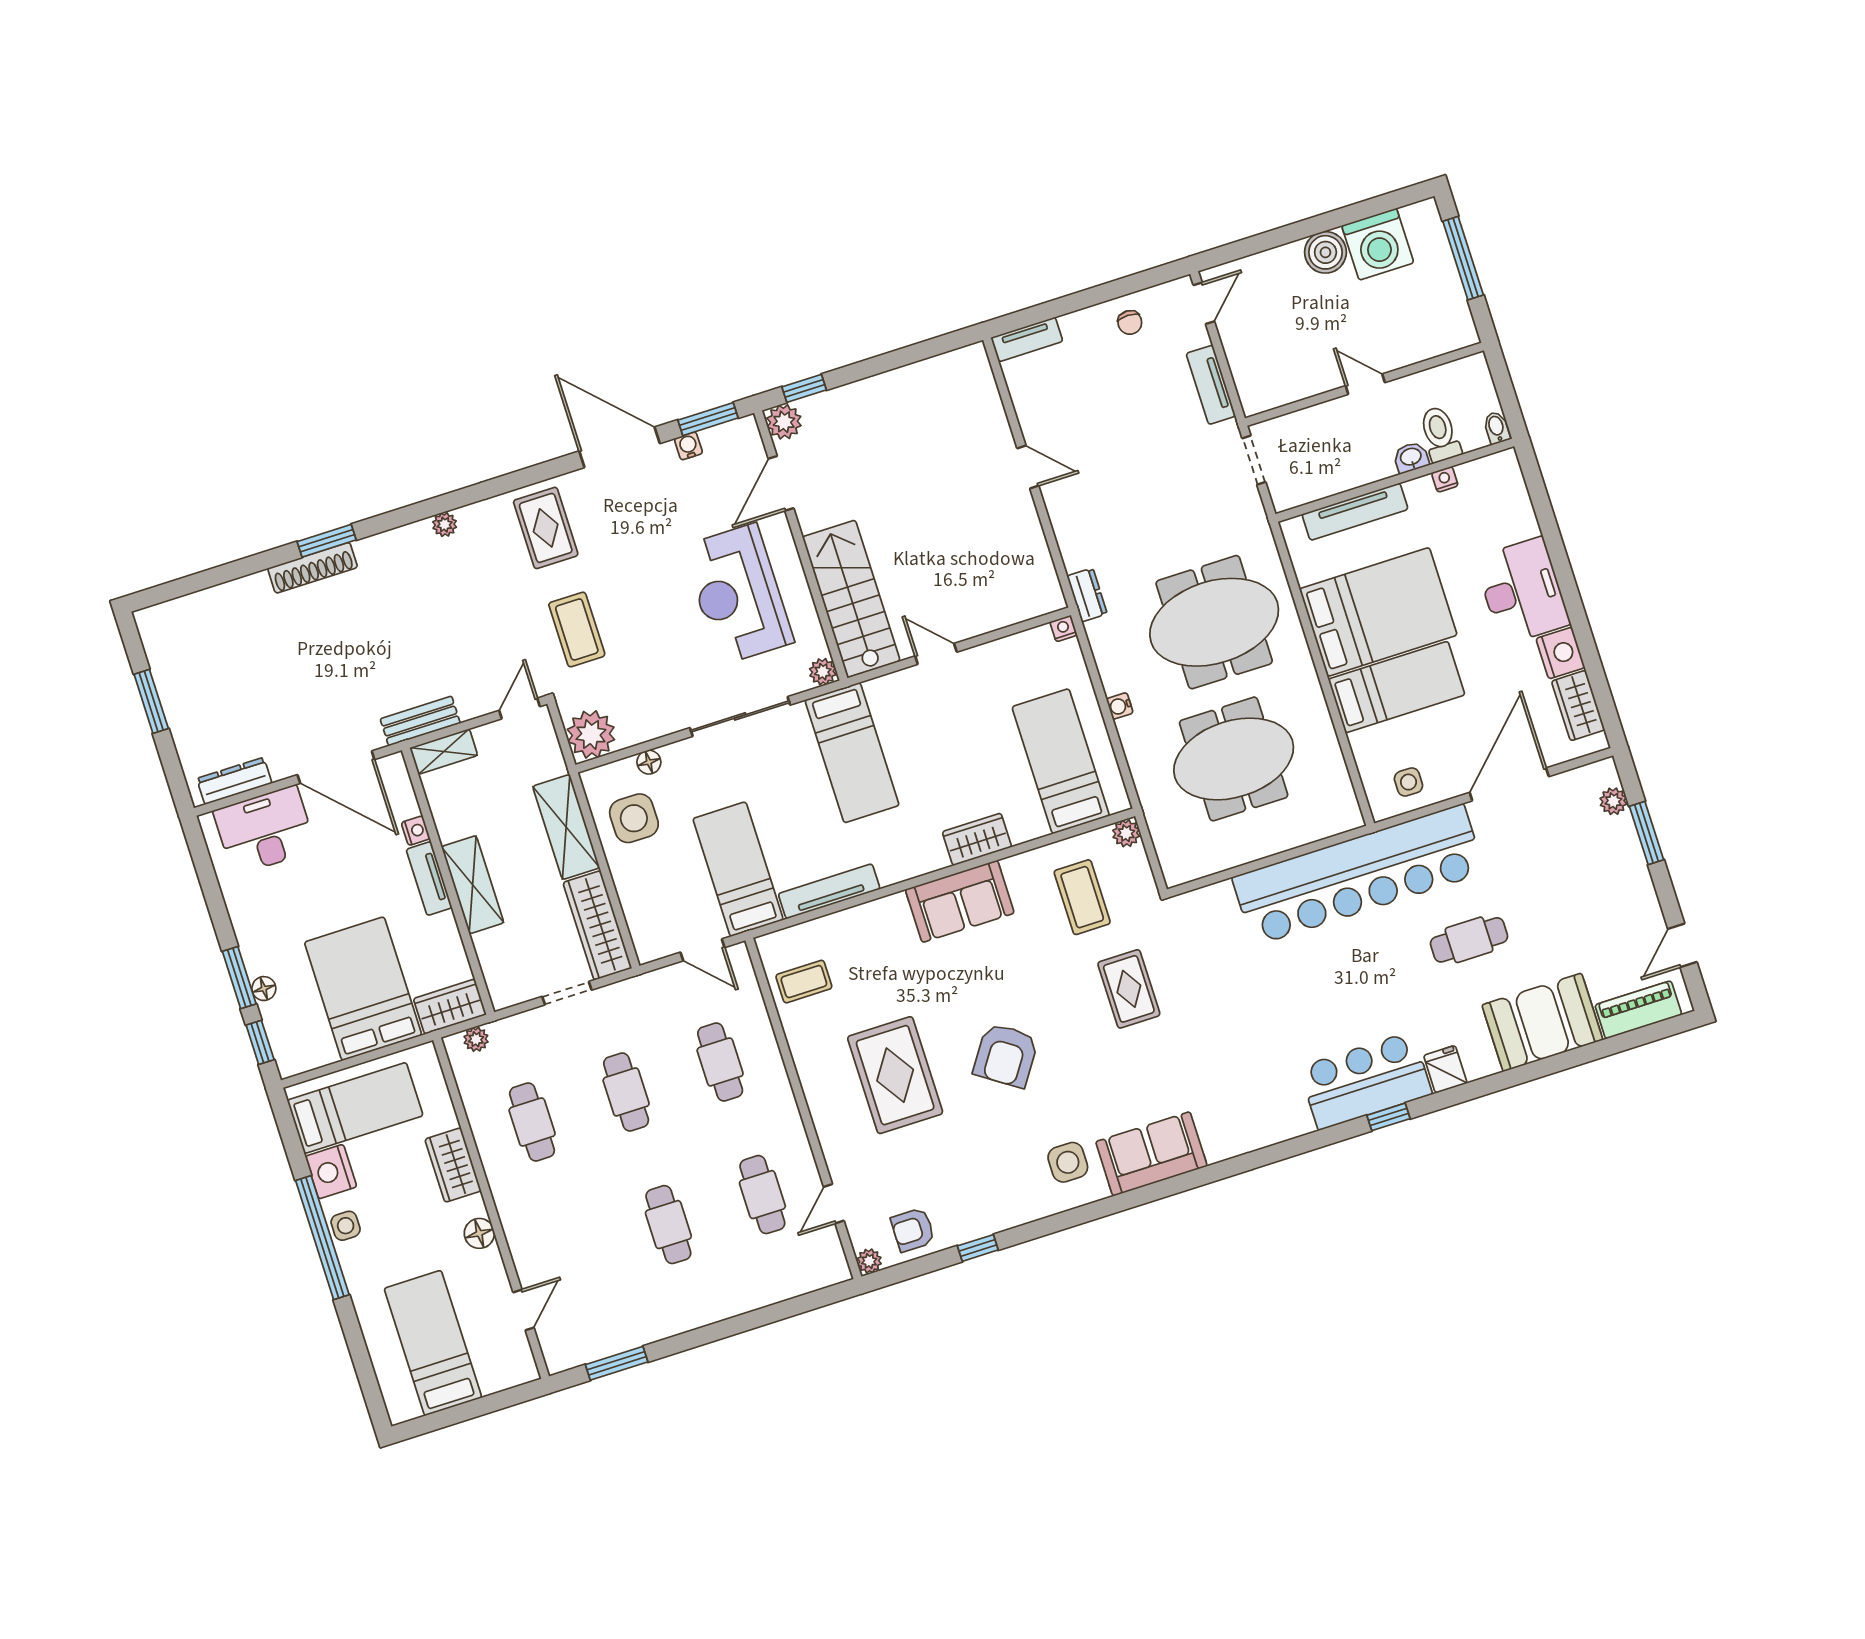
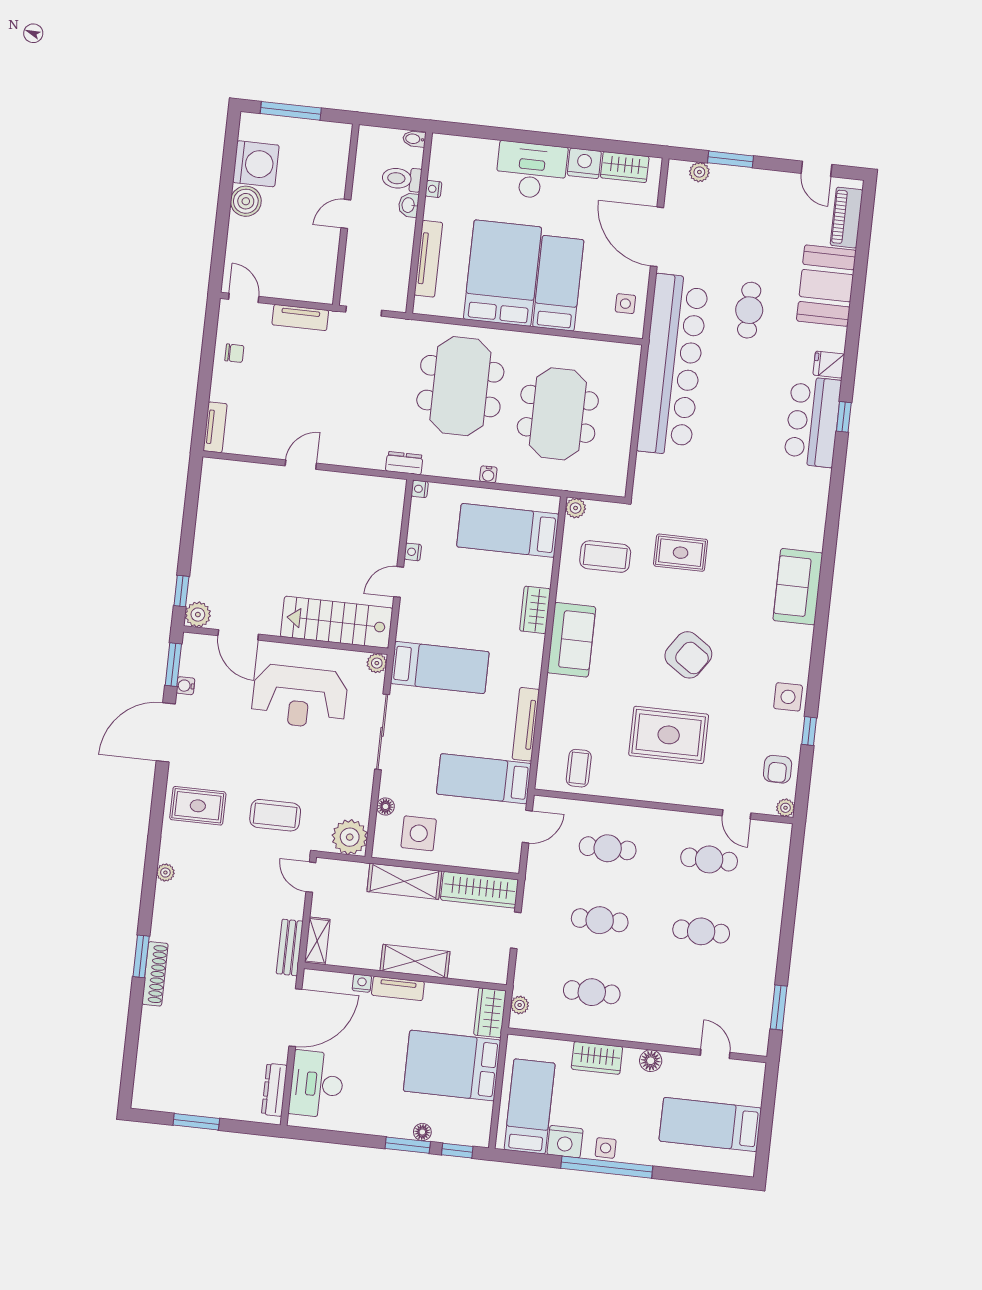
nightstand: (981, 655) -> (413, 552), added
side table: (1068, 1162) -> (788, 697), moved

